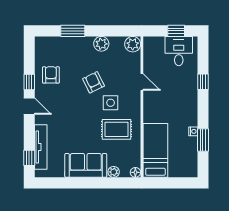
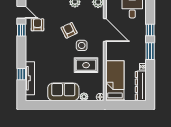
door: (142, 82) -> (105, 30), width x1.88
door: (29, 106) -> (21, 12), moved
window: (203, 140) -> (150, 51), moved
dresser: (190, 157) -> (141, 86), added
window: (29, 158) -> (21, 74), moved

